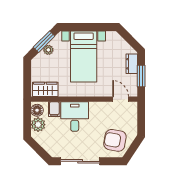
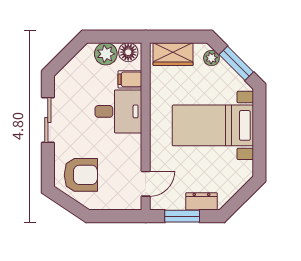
plant: (48, 50) -> (211, 58), moved
wardrobe: (45, 89) -> (173, 54), moved, turned 90
armchair: (115, 140) -> (81, 175), turned 80
sliding door: (80, 161) -> (48, 120), width x0.73

